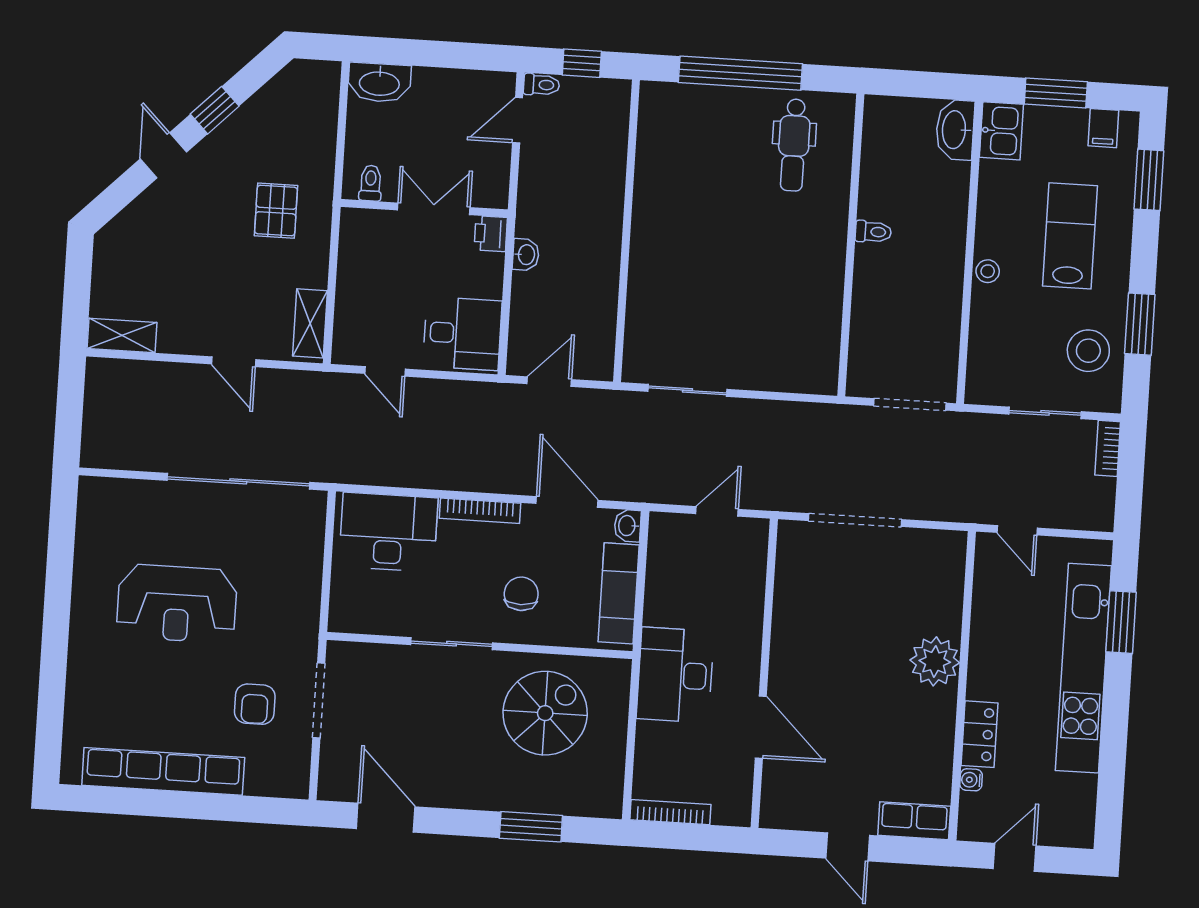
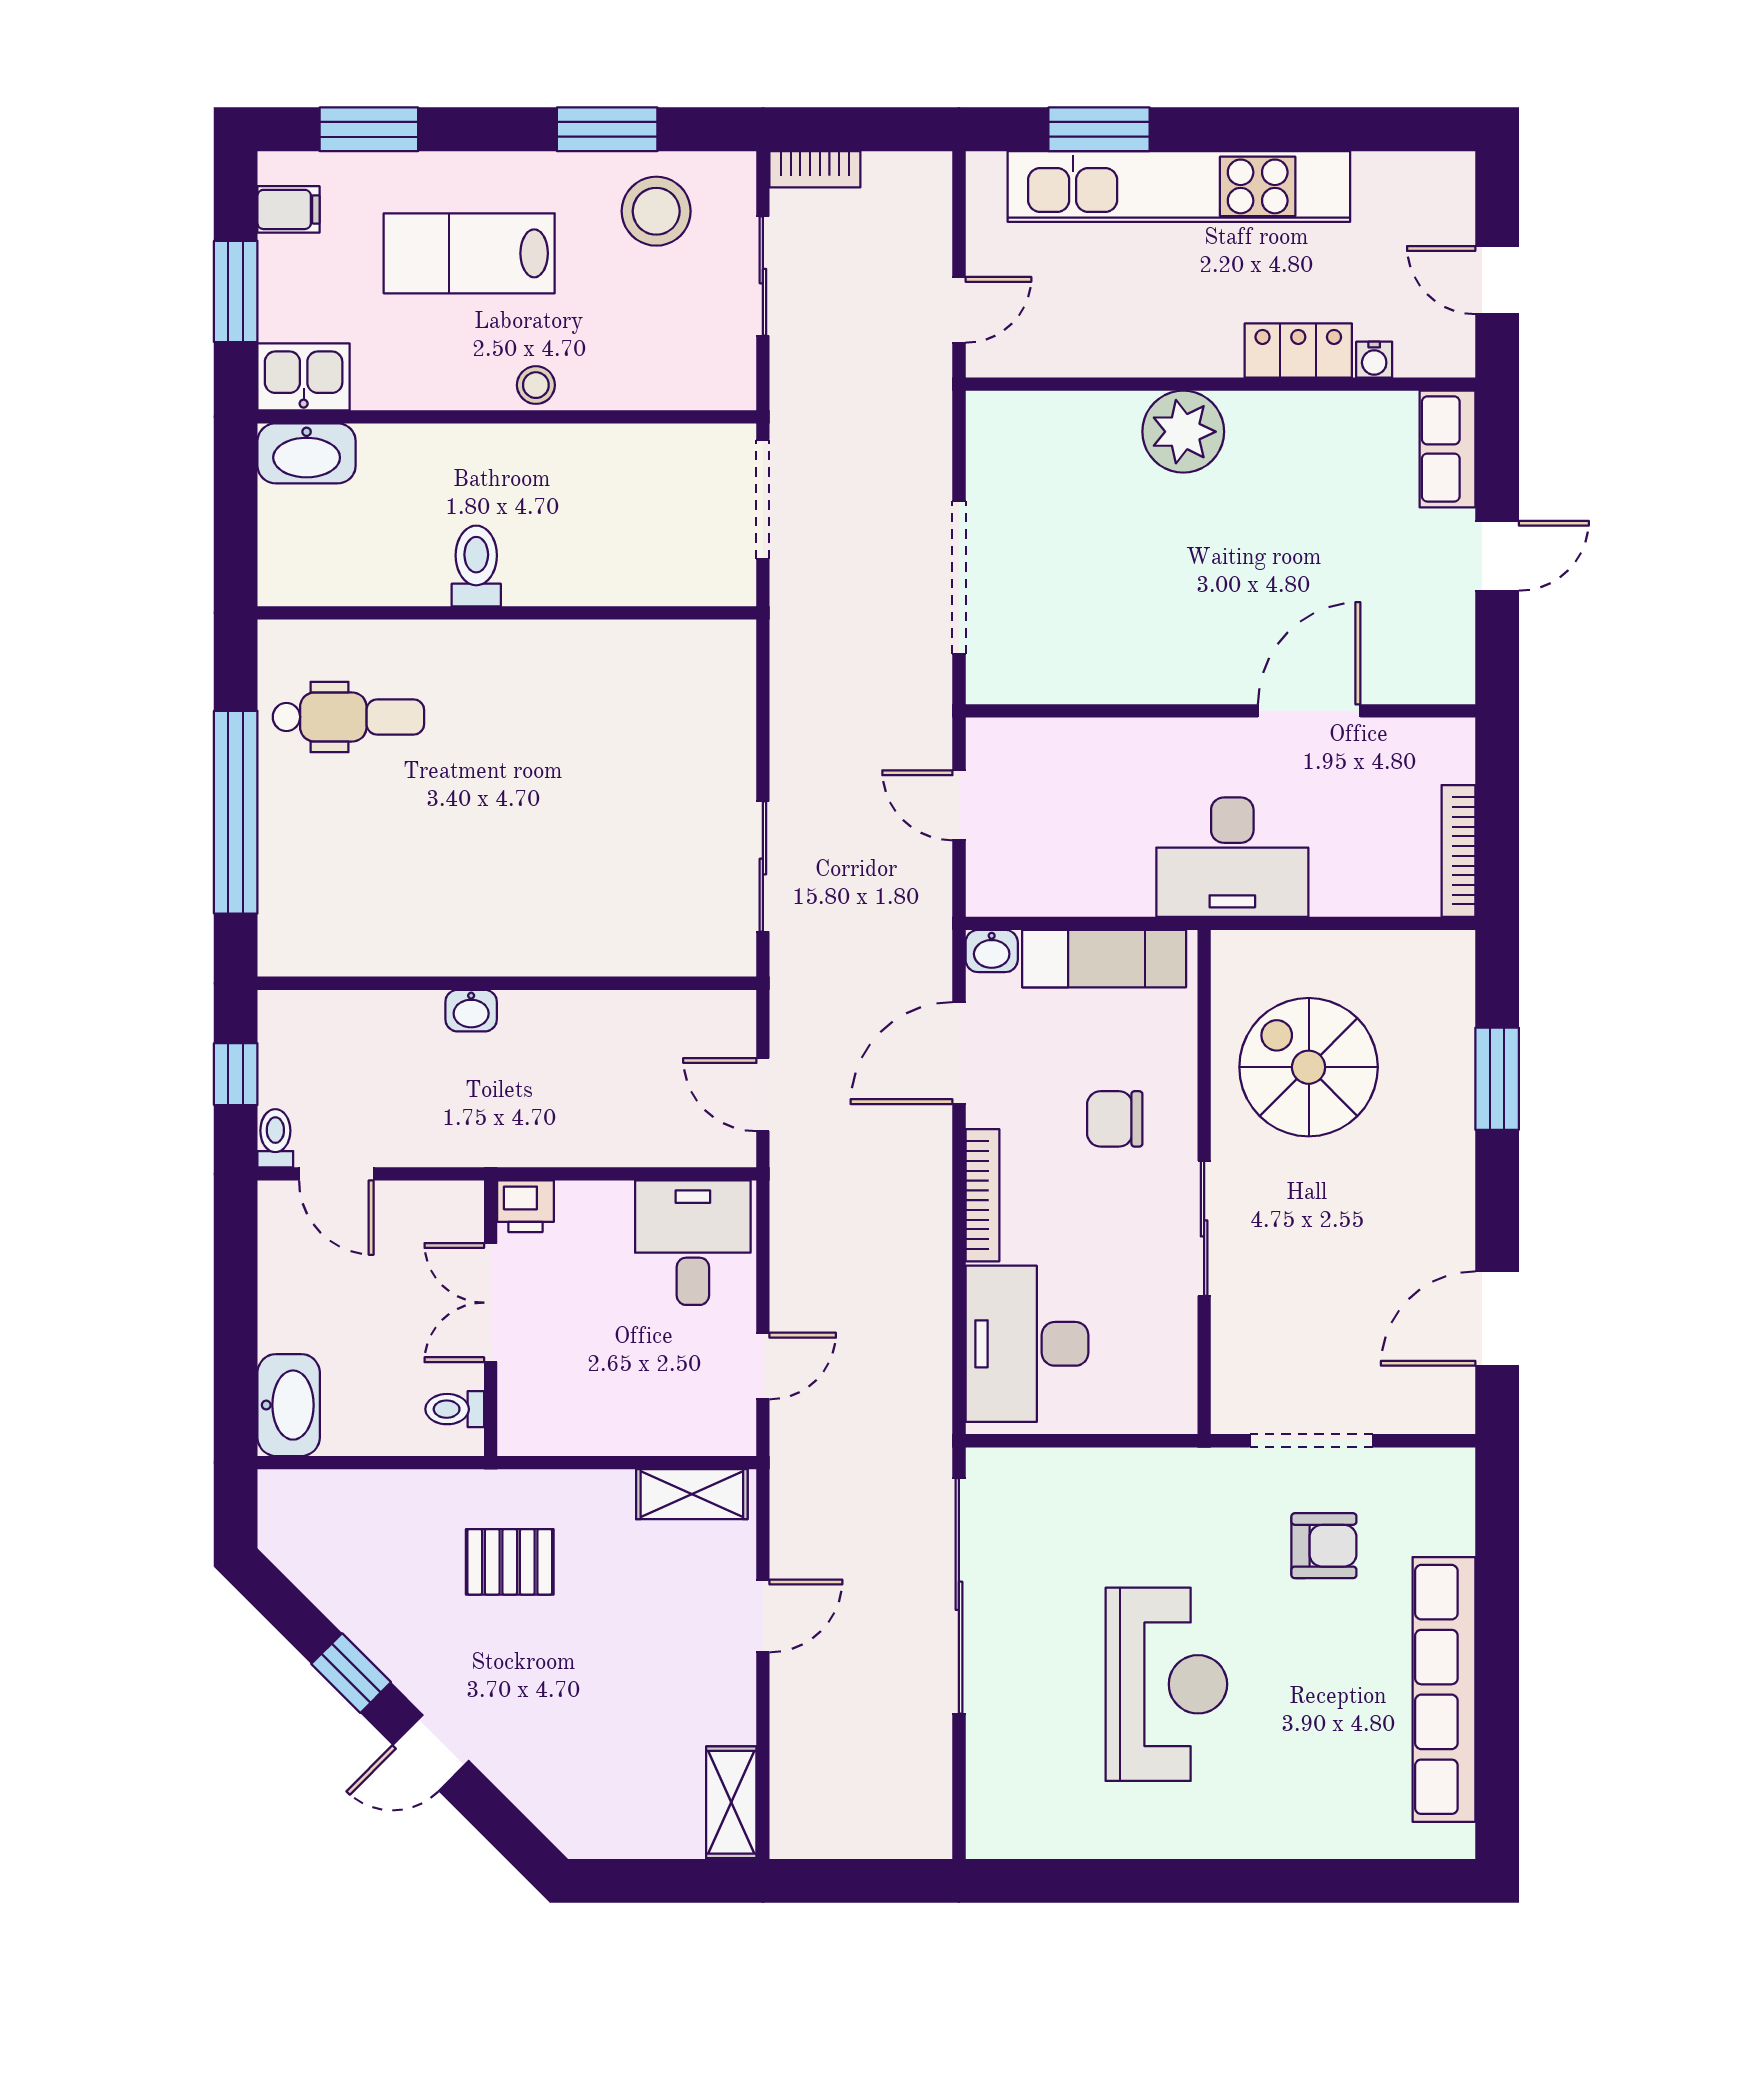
toilet: (873, 232) -> (476, 566), width x1.37, depth x1.39
washbasin: (526, 255) -> (471, 1011), moved, turned 180

